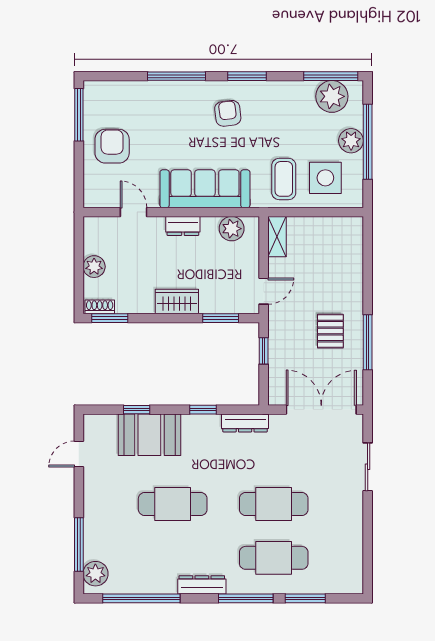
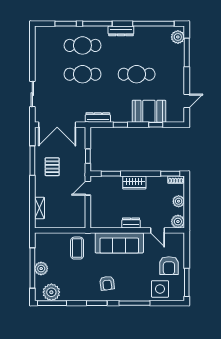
side table: (325, 178) -> (160, 289), moved
plant: (232, 229) -> (178, 222), moved
shelving: (277, 237) -> (39, 208), moved

